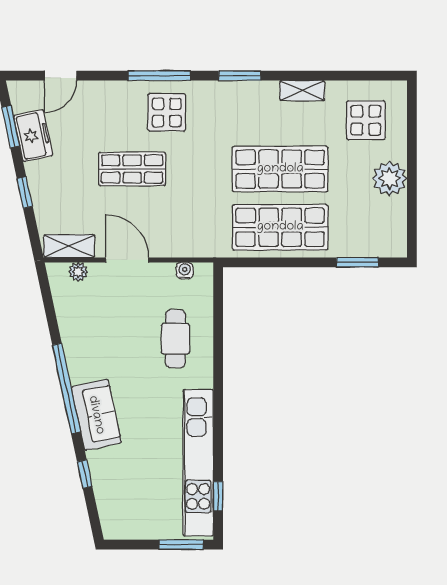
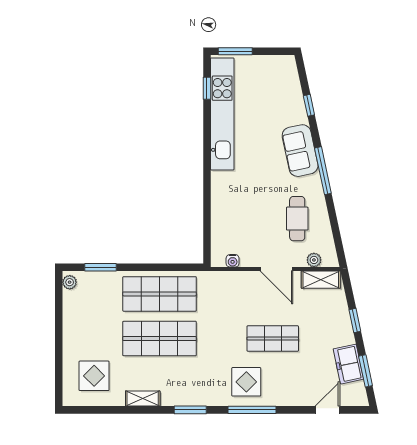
plant: (390, 178) -> (70, 282), moved, width x0.53, depth x0.53
cafe table: (175, 339) -> (297, 219), moved
window: (66, 388) -> (323, 171), width x0.68

